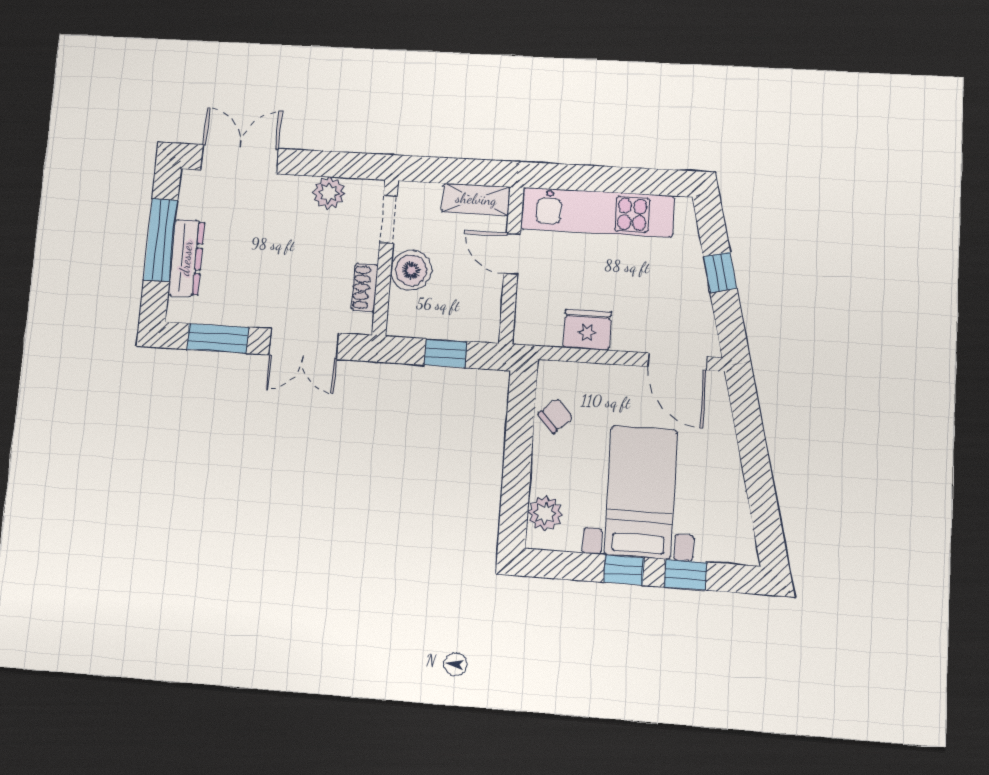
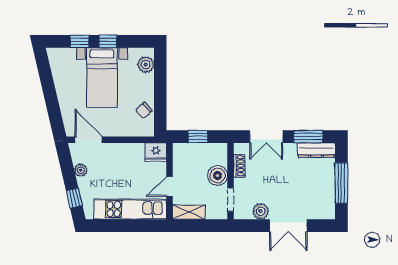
double door: (239, 159) -> (288, 226), moved
door: (512, 254) -> (170, 186), swing flipped
dresser: (186, 258) -> (316, 150), moved, turned -90
window: (720, 272) -> (74, 198), moved
plant: (697, 299) -> (81, 170), added
fridge: (587, 330) -> (156, 152), moved
double door: (304, 344) -> (266, 137), swing flipped

